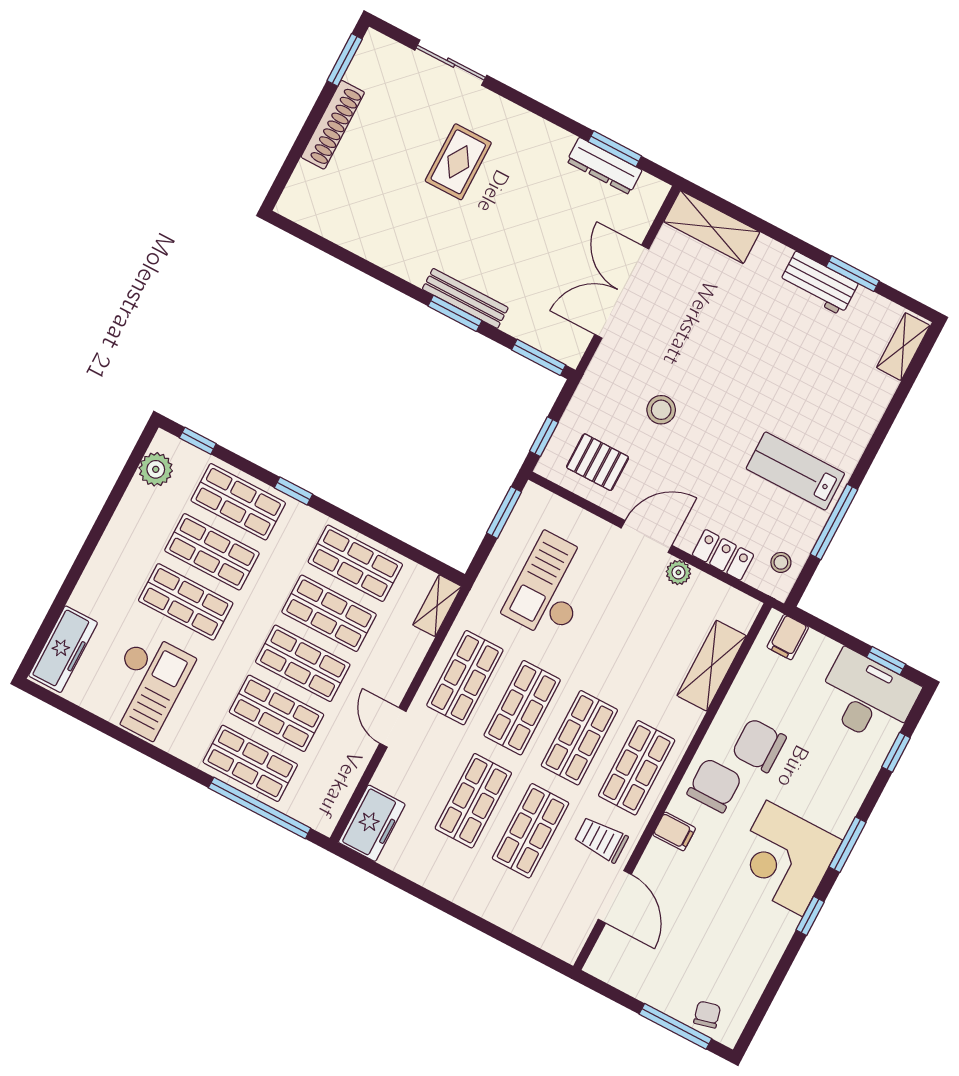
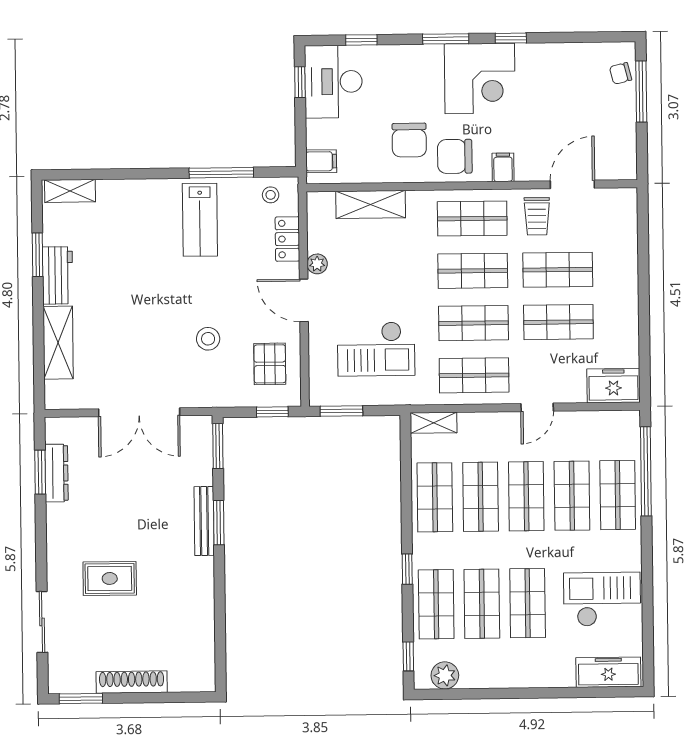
shelving: (712, 227) -> (58, 343), moved

